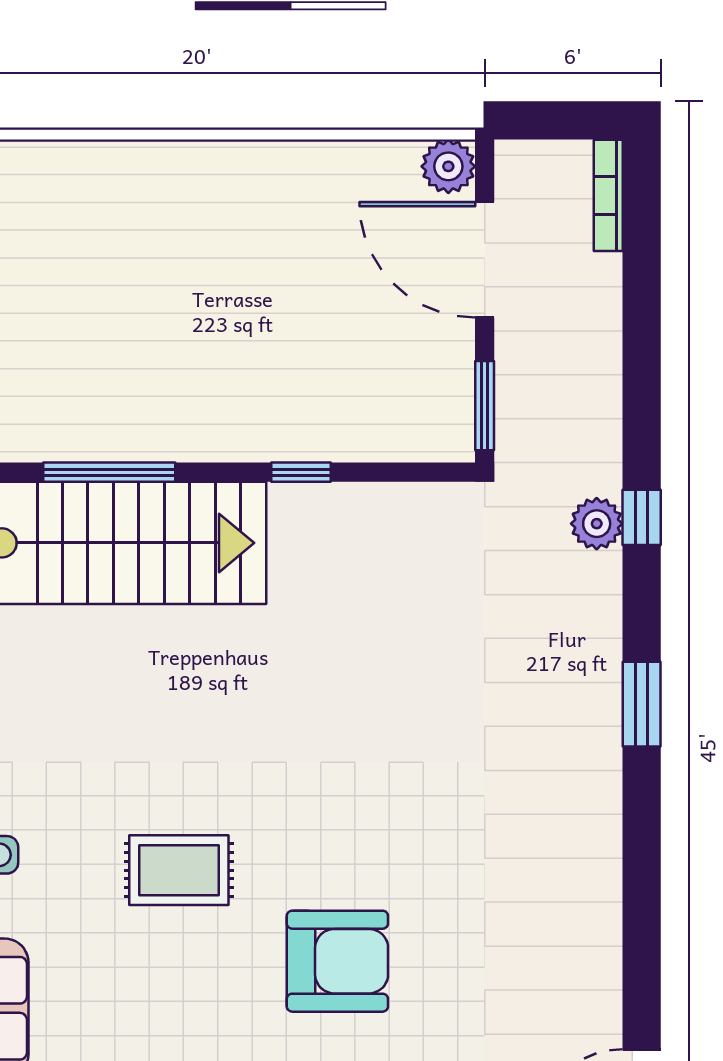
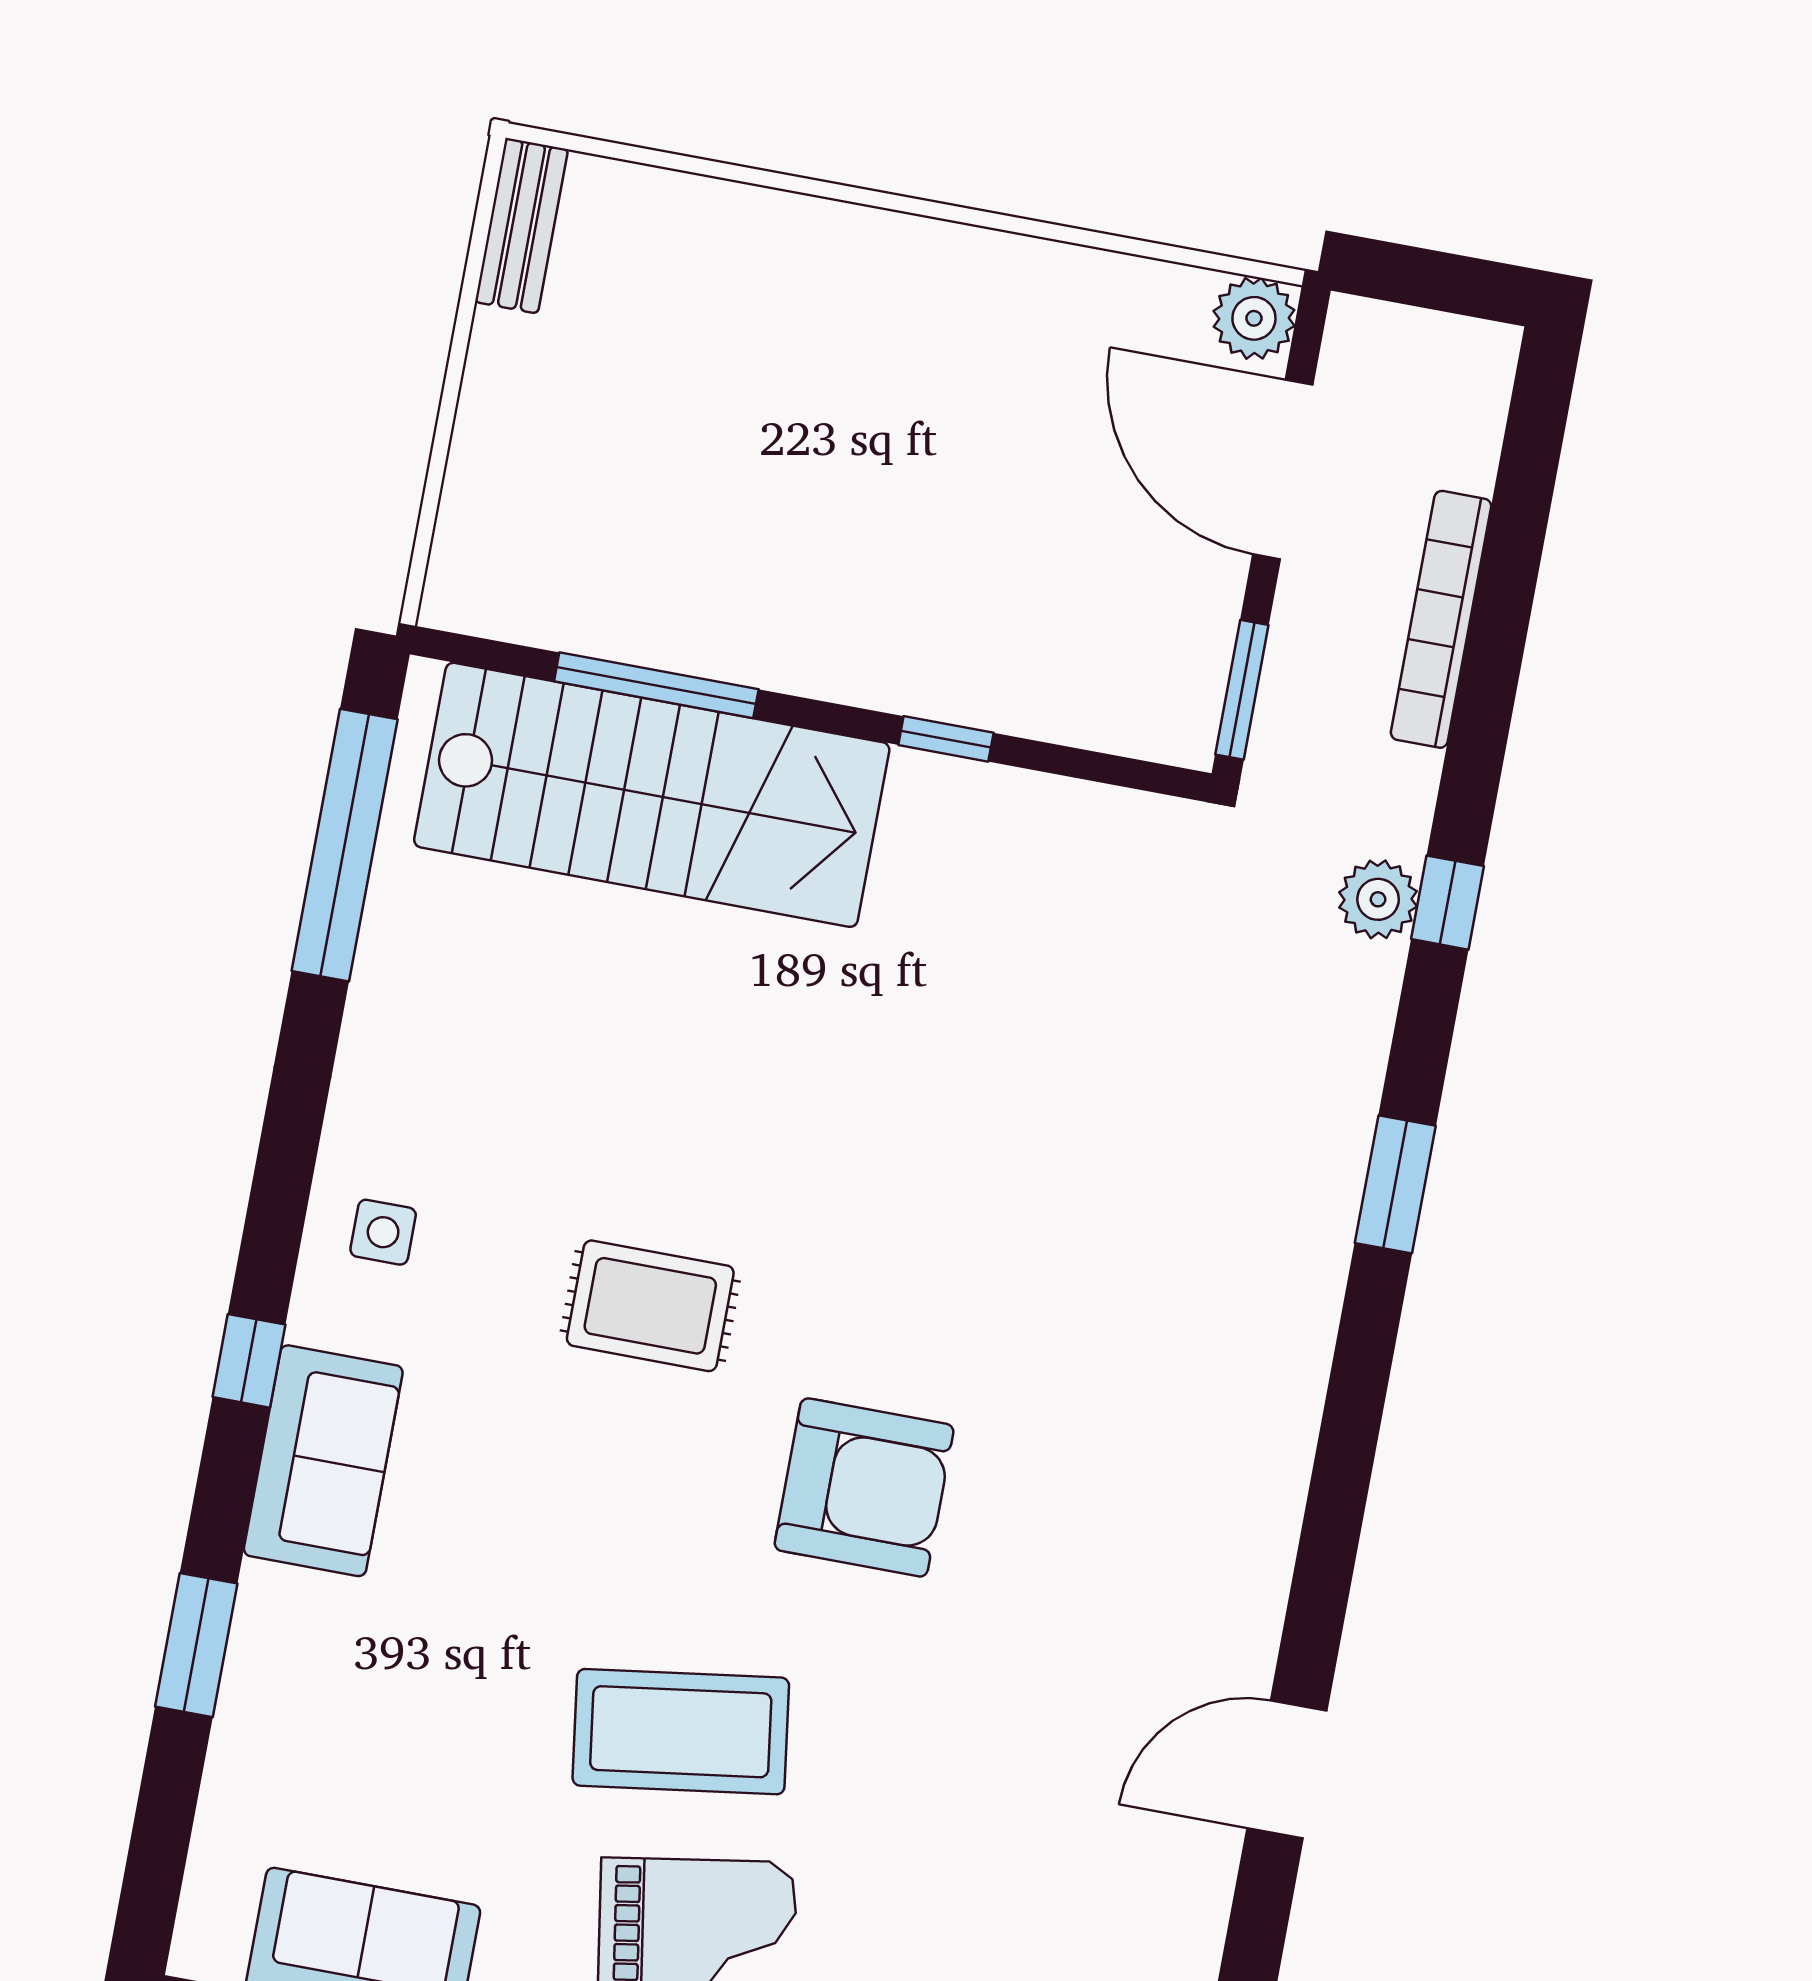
bookcase: (608, 195) -> (1441, 619), moved, width x1.48, depth x1.31

